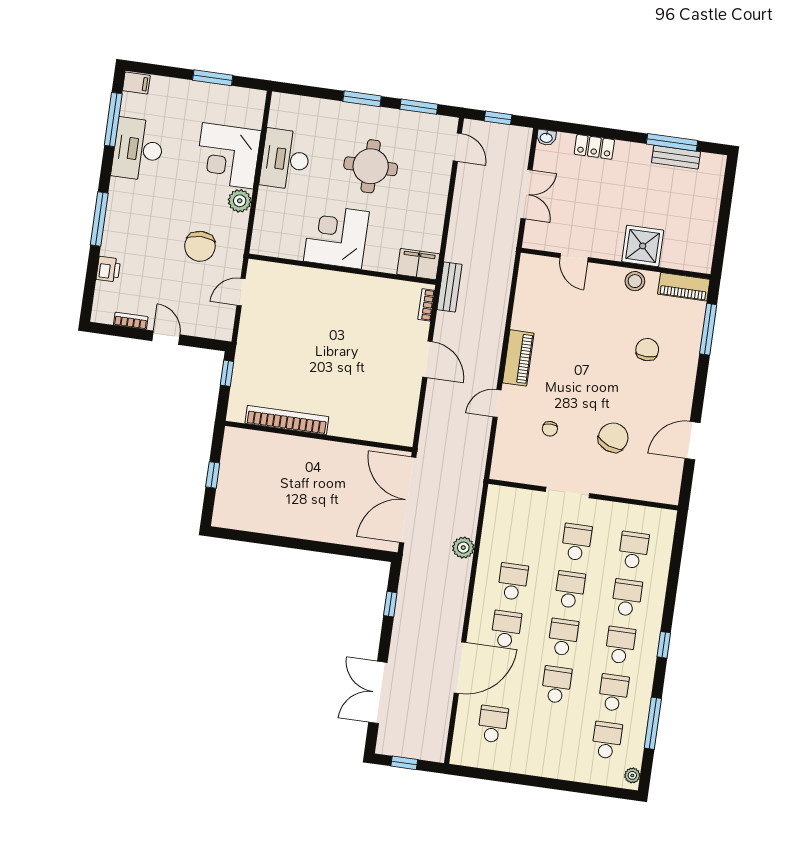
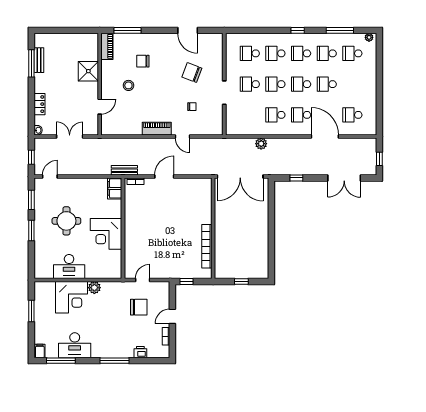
chair: (200, 246) -> (139, 307), moved
stool: (635, 281) -> (128, 85), moved
door: (241, 292) -> (143, 280), swing flipped

